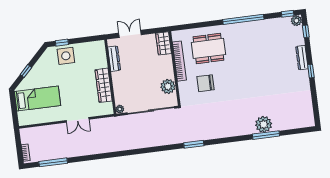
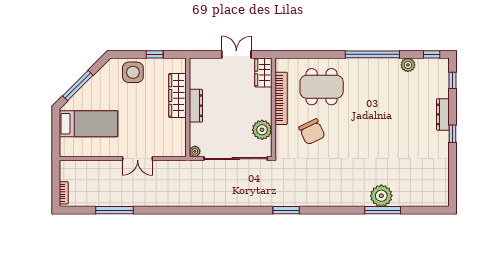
plant: (296, 21) -> (408, 65), moved
double door: (130, 34) -> (236, 54), moved
window: (62, 43) -> (155, 54), moved
dresser: (114, 59) -> (196, 106), moved
window: (26, 71) -> (78, 86), width x2.17
chair: (206, 83) -> (312, 132), turned -116
wardrobe: (104, 85) -> (178, 95), moved
window: (53, 162) -> (114, 210), moved

